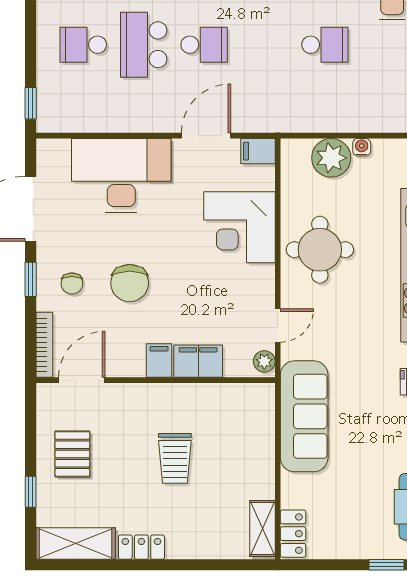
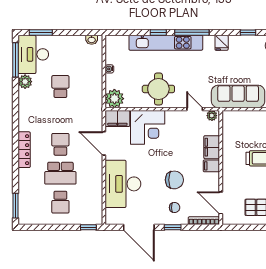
filing cabinet: (258, 151) -> (117, 119), width x2.00
plant: (331, 158) -> (114, 99), moved

